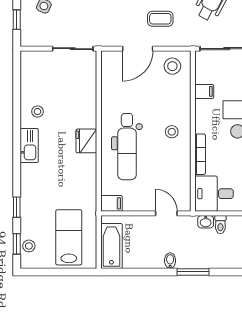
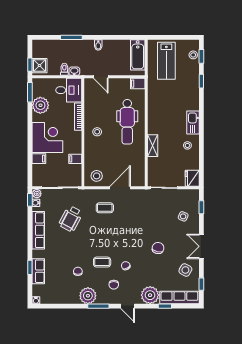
shelving: (89, 111) -> (153, 146), added
fridge: (86, 141) -> (192, 178), moved, turned 180
dental chair: (127, 147) -> (127, 122), turned 180
window: (193, 272) -> (71, 37), moved

